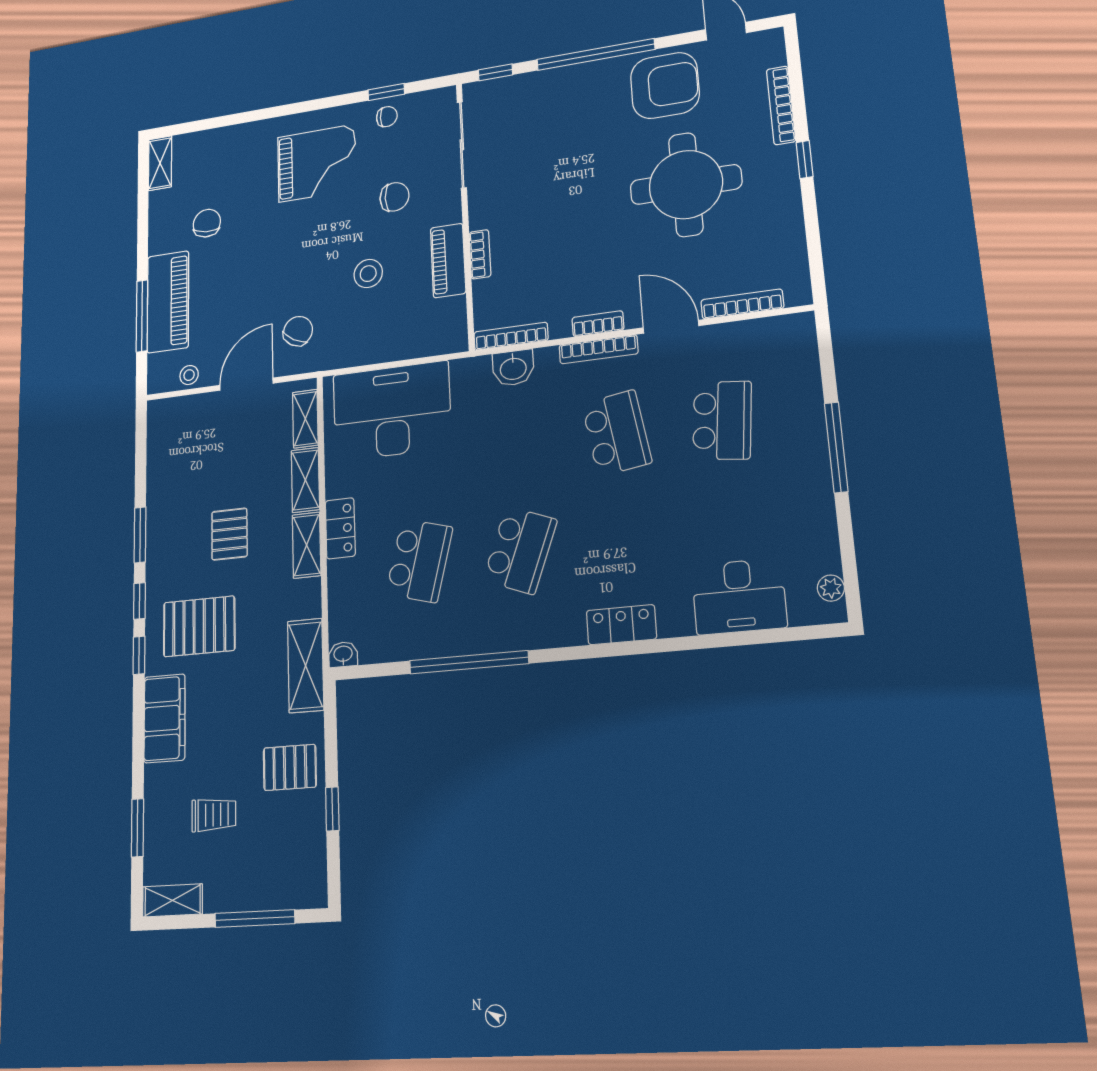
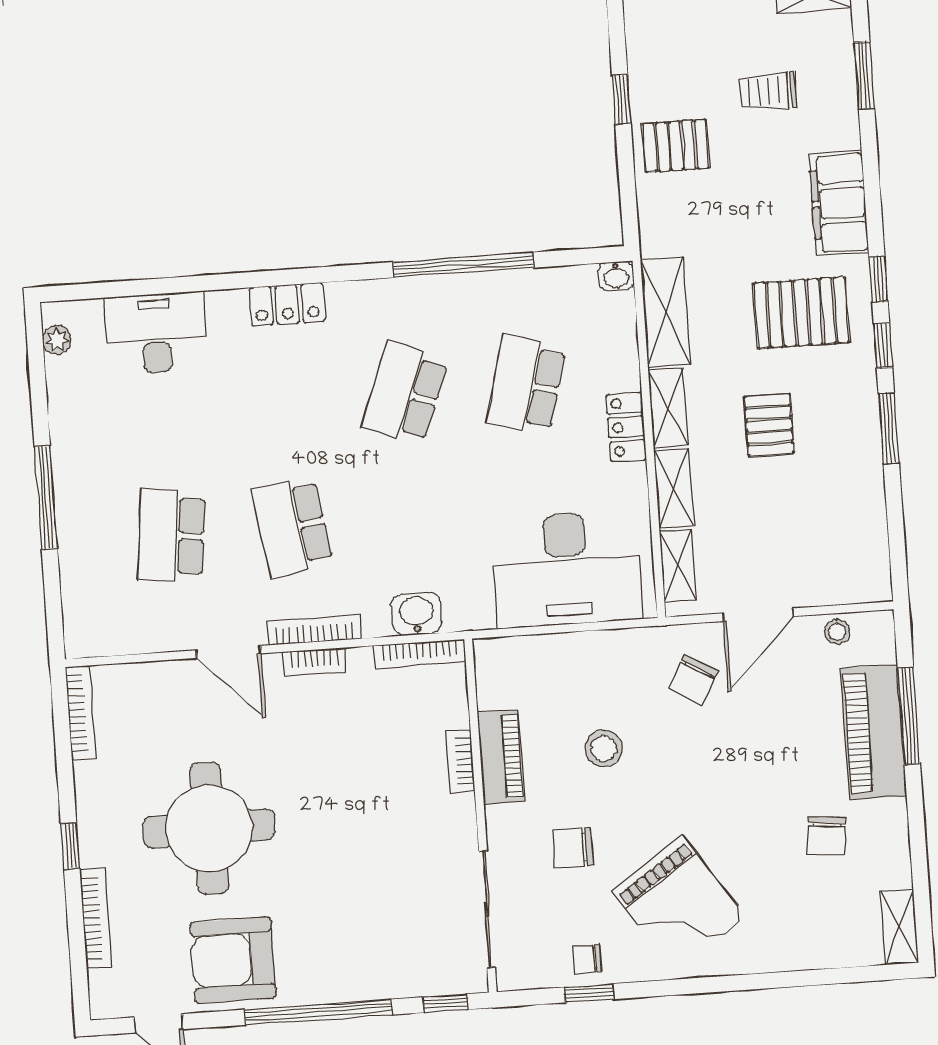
grand piano: (317, 163) -> (679, 904), turned -124
bookcase: (742, 304) -> (80, 713), moved, turned -90
shelving: (306, 666) -> (666, 312), moved

